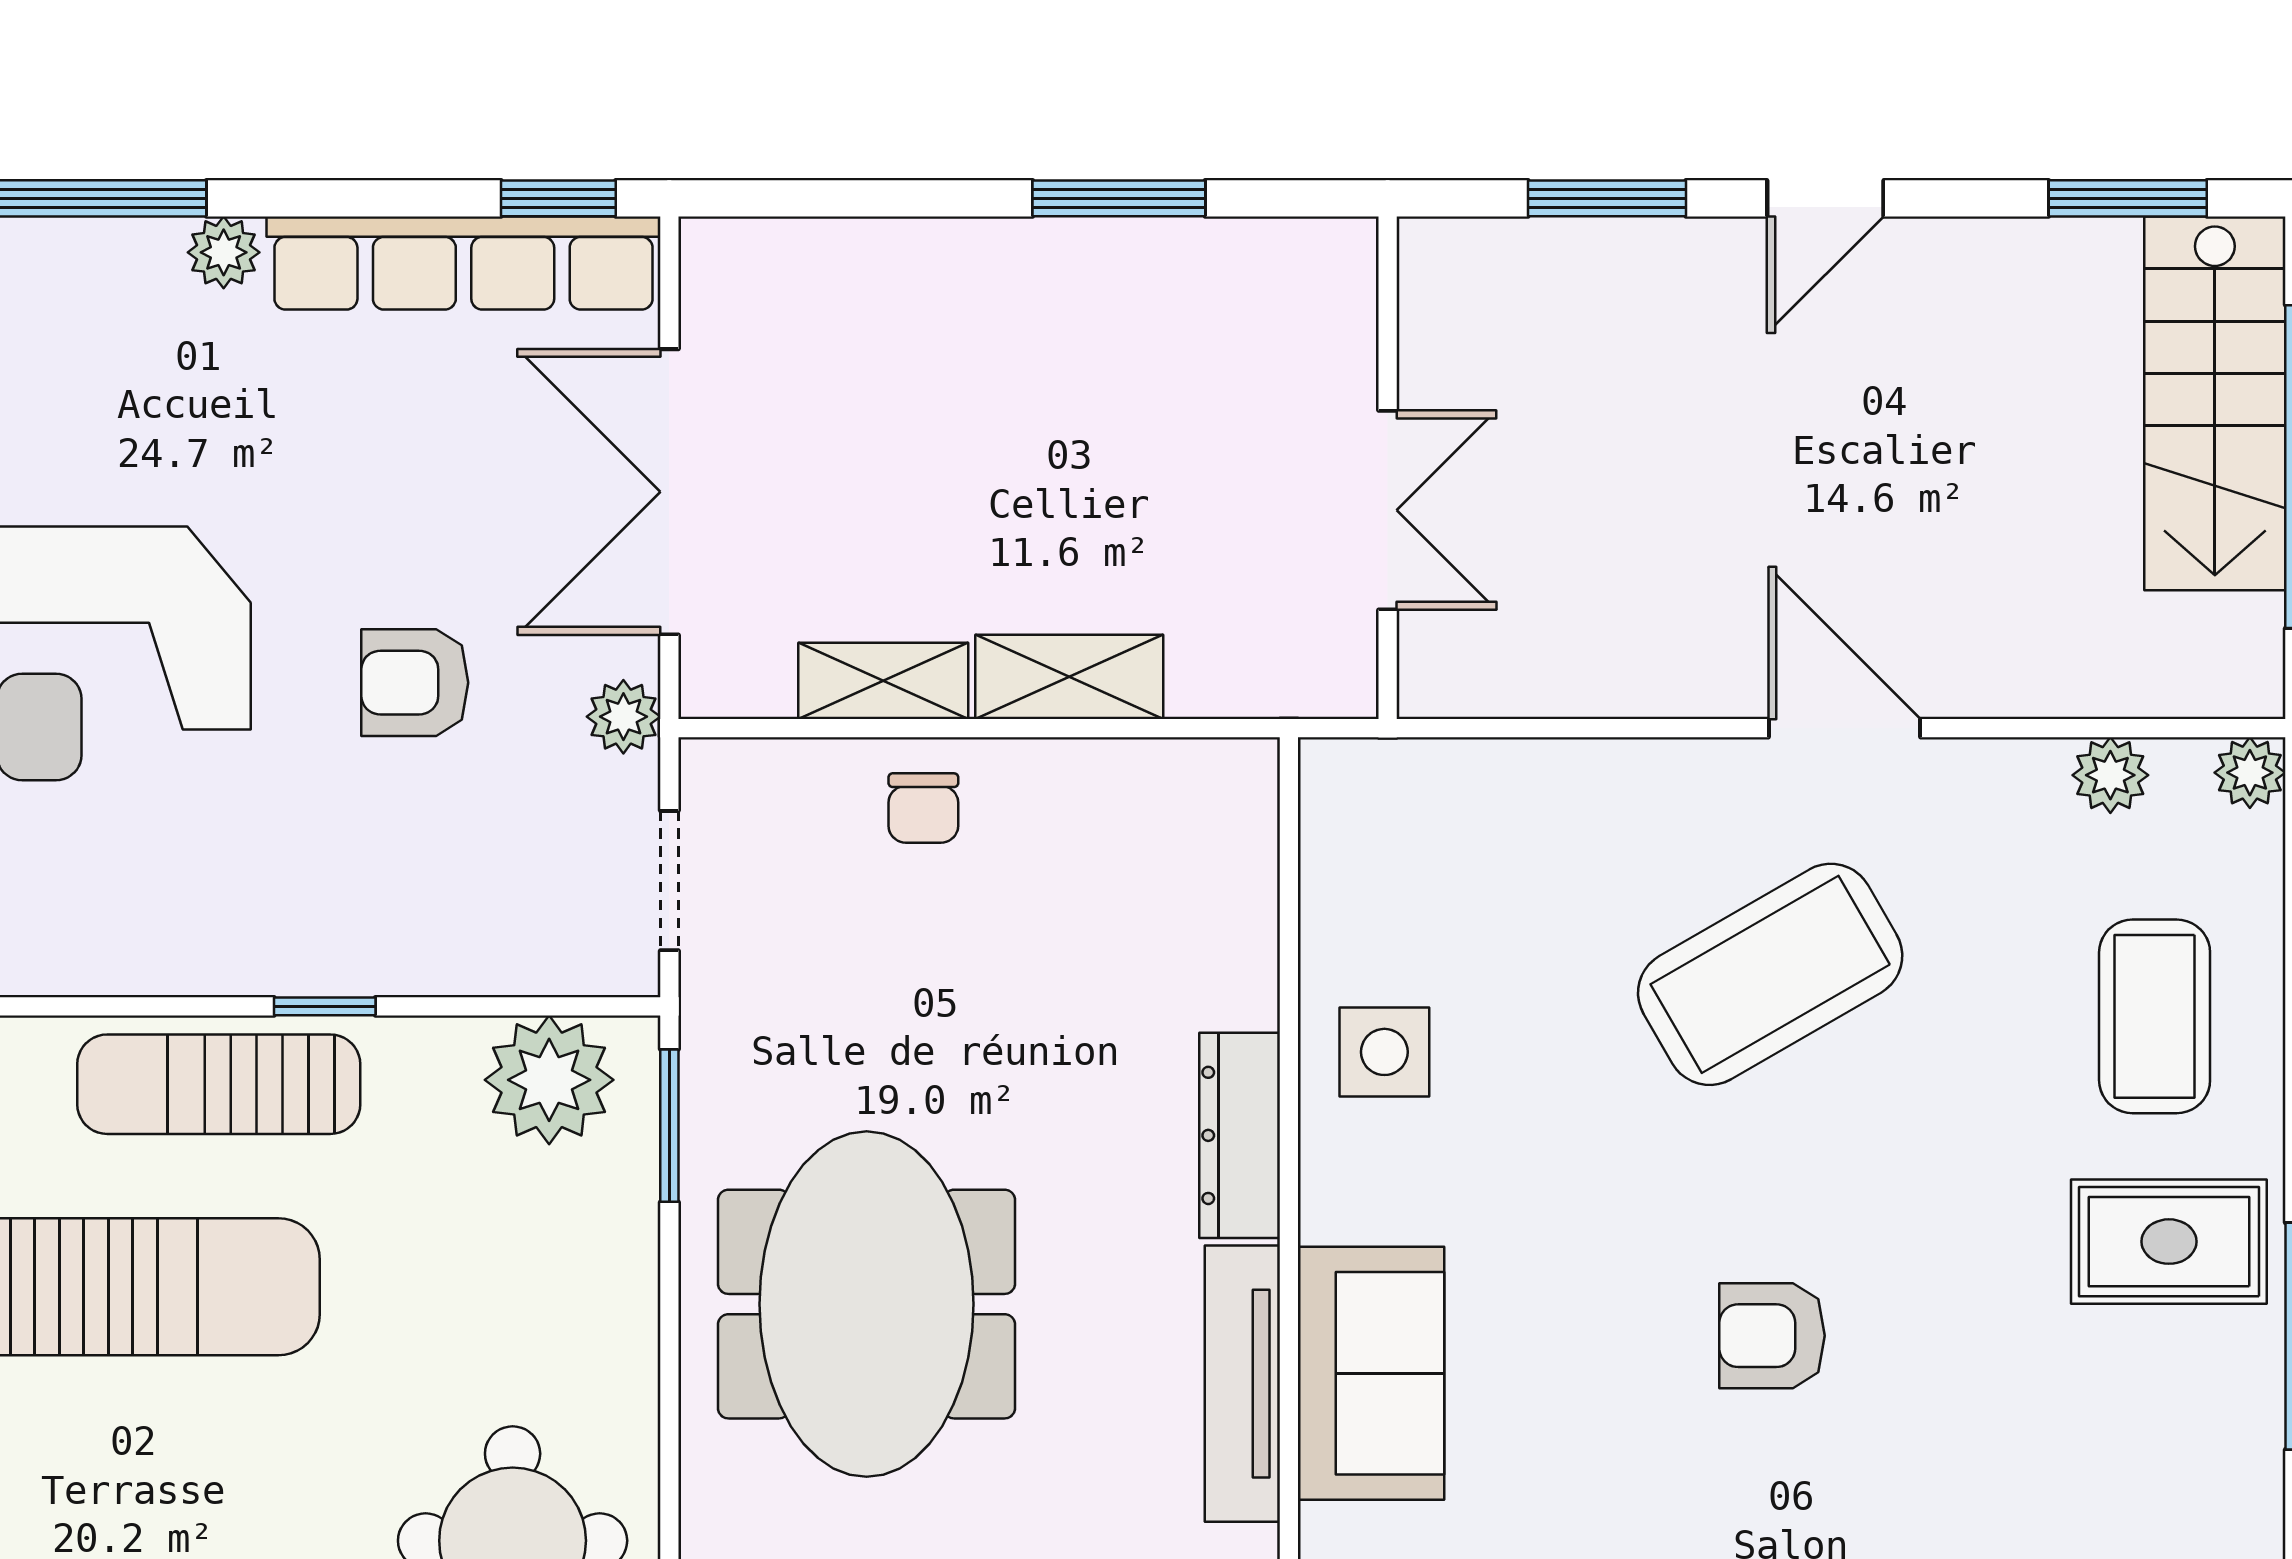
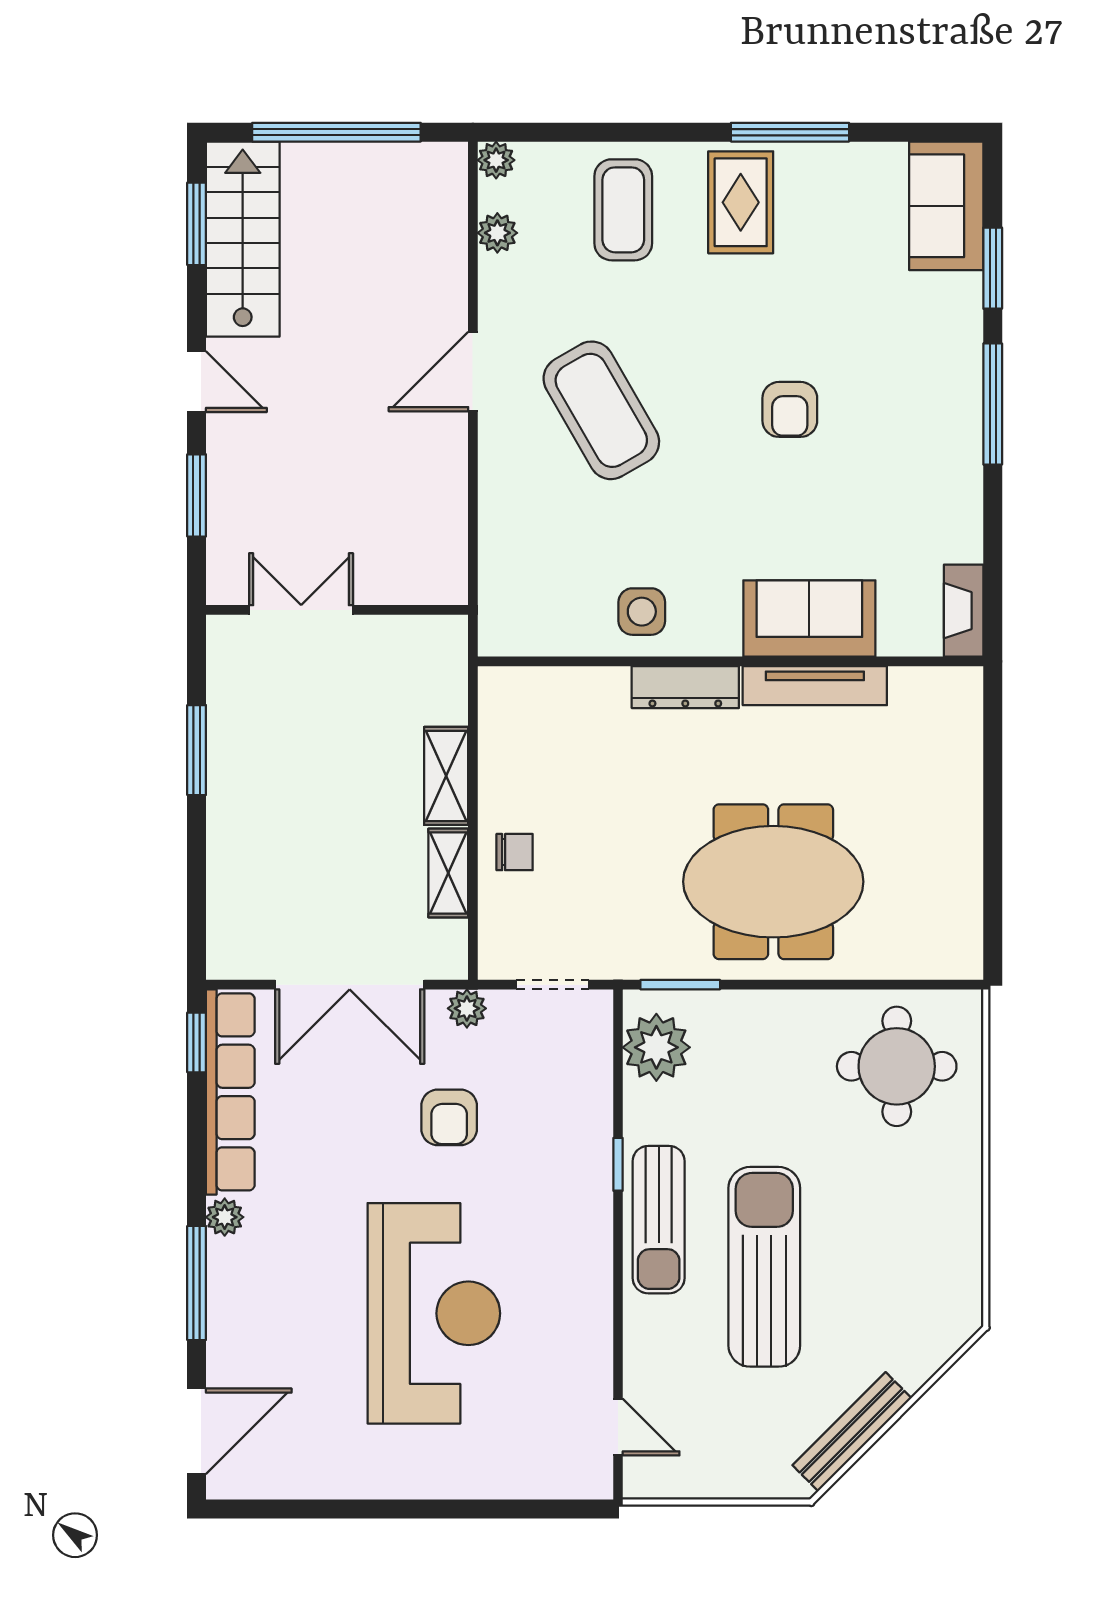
stairs: (2215, 403) -> (243, 239), moved, turned -90
double door: (1388, 510) -> (301, 610), moved
coffee table: (2155, 1016) -> (623, 210), turned 90

